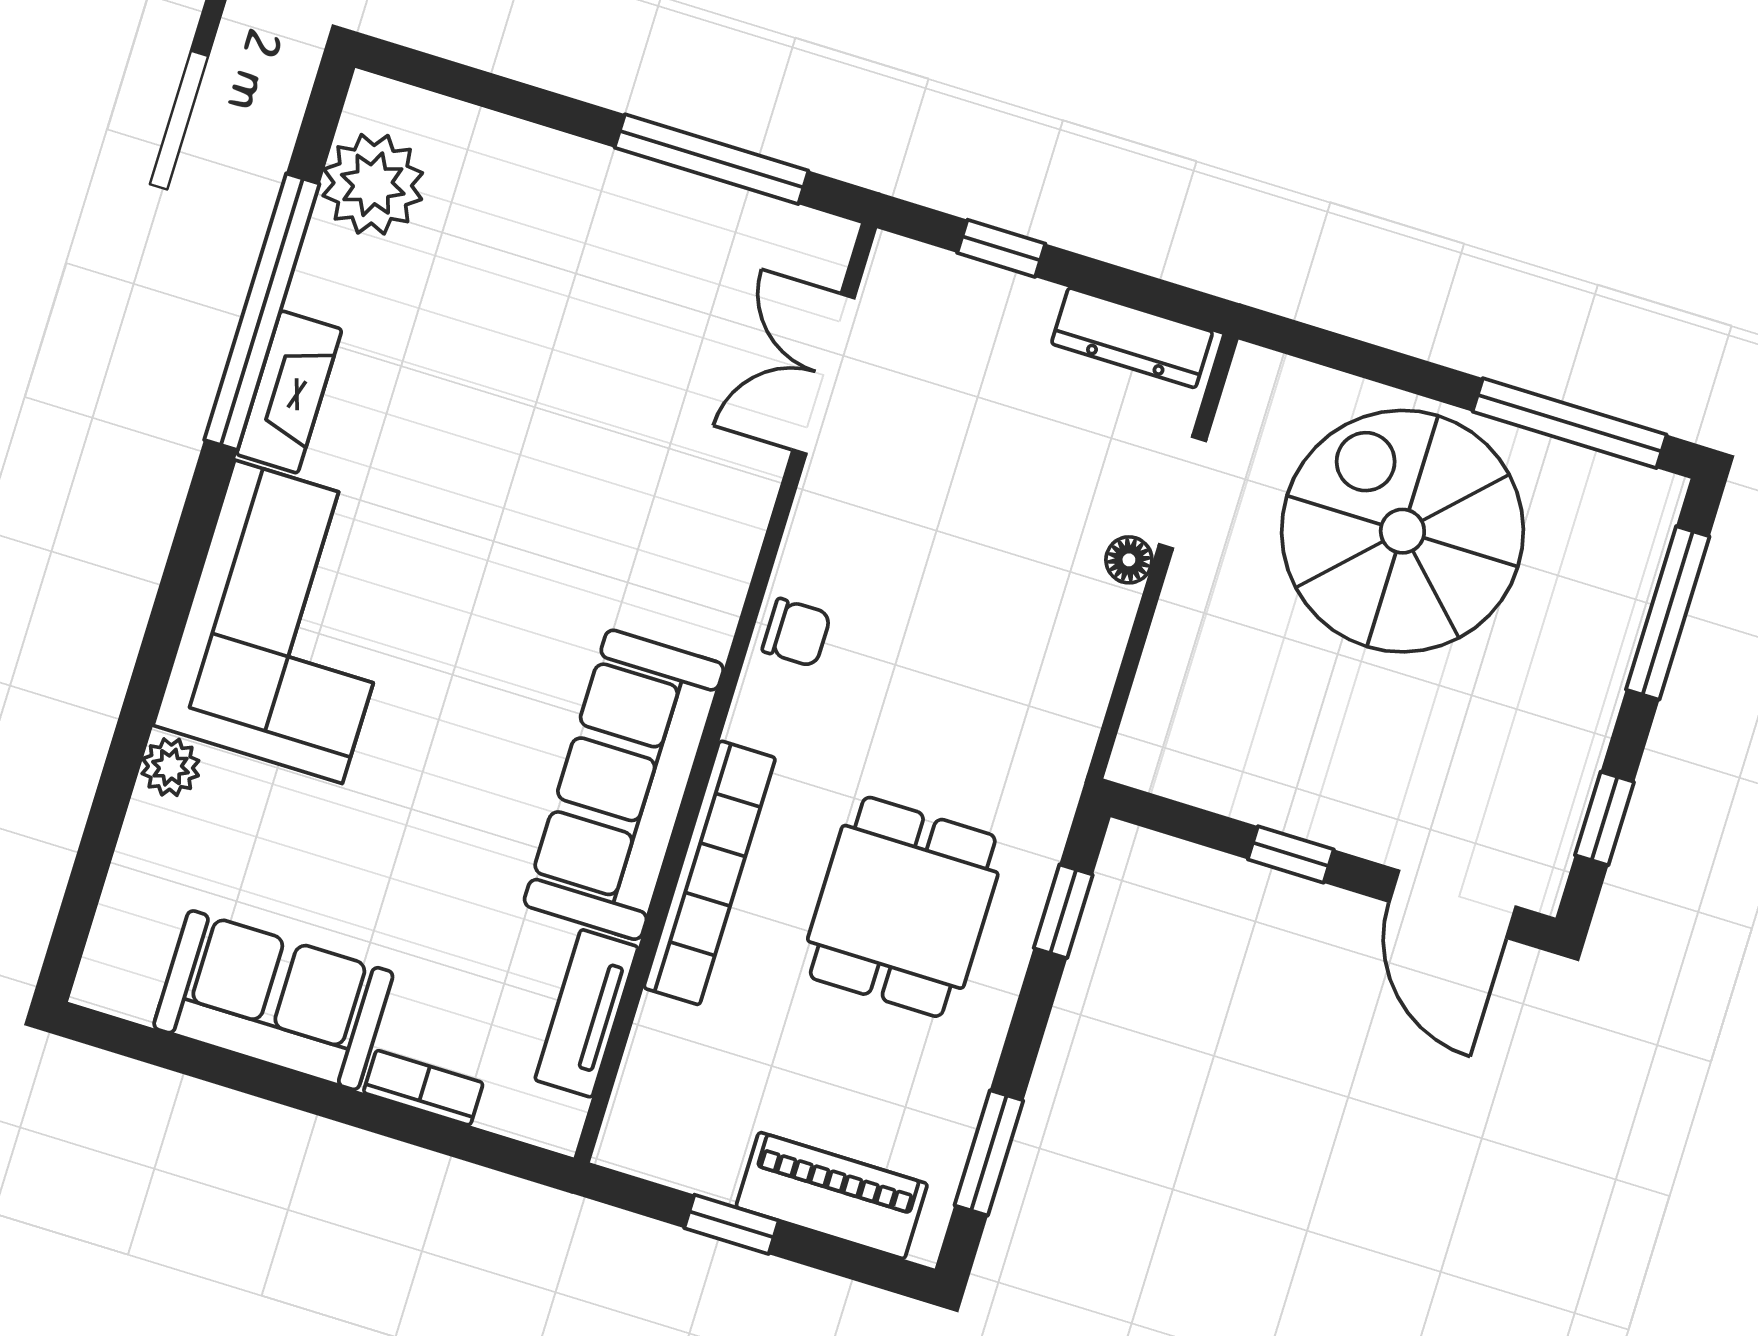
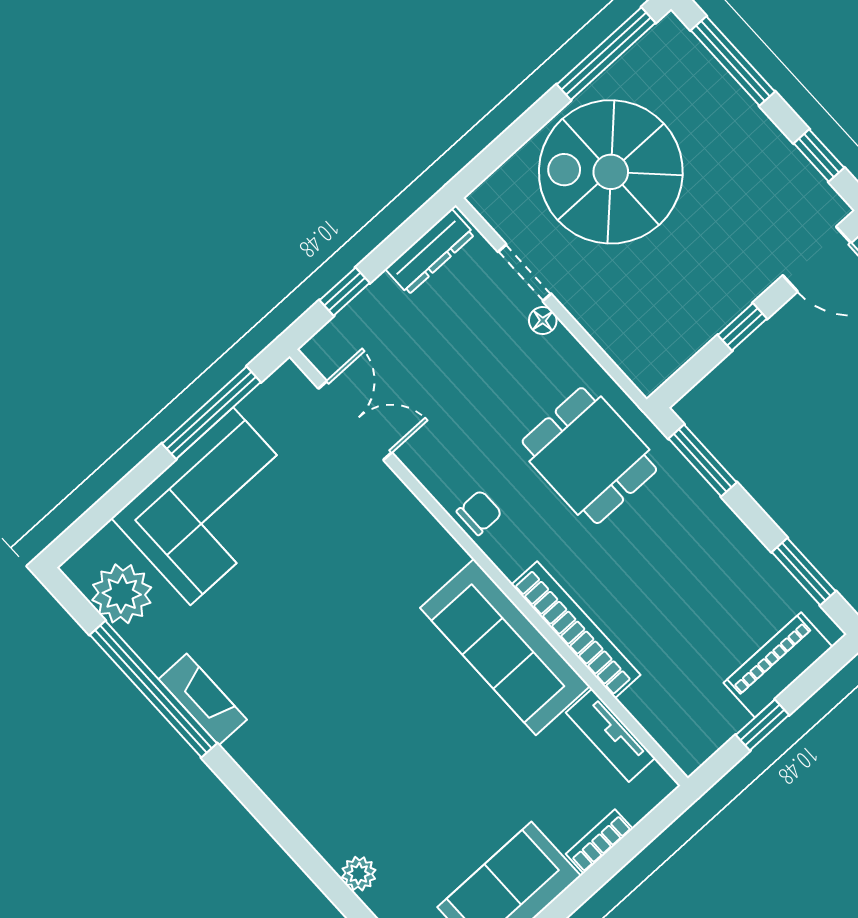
double door: (824, 374) -> (355, 420), swing flipped
corner sofa: (288, 622) -> (212, 506), moved, turned 90
dining table: (903, 907) -> (589, 456), moved
window: (1063, 911) -> (703, 460), width x1.50

